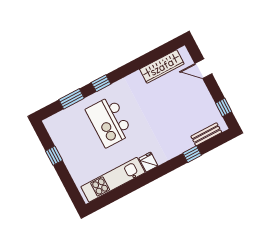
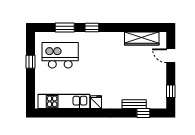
kitchen island: (109, 122) -> (60, 55), moved, turned 90
bench: (206, 134) -> (134, 104), moved
window: (192, 154) -> (143, 113), moved

